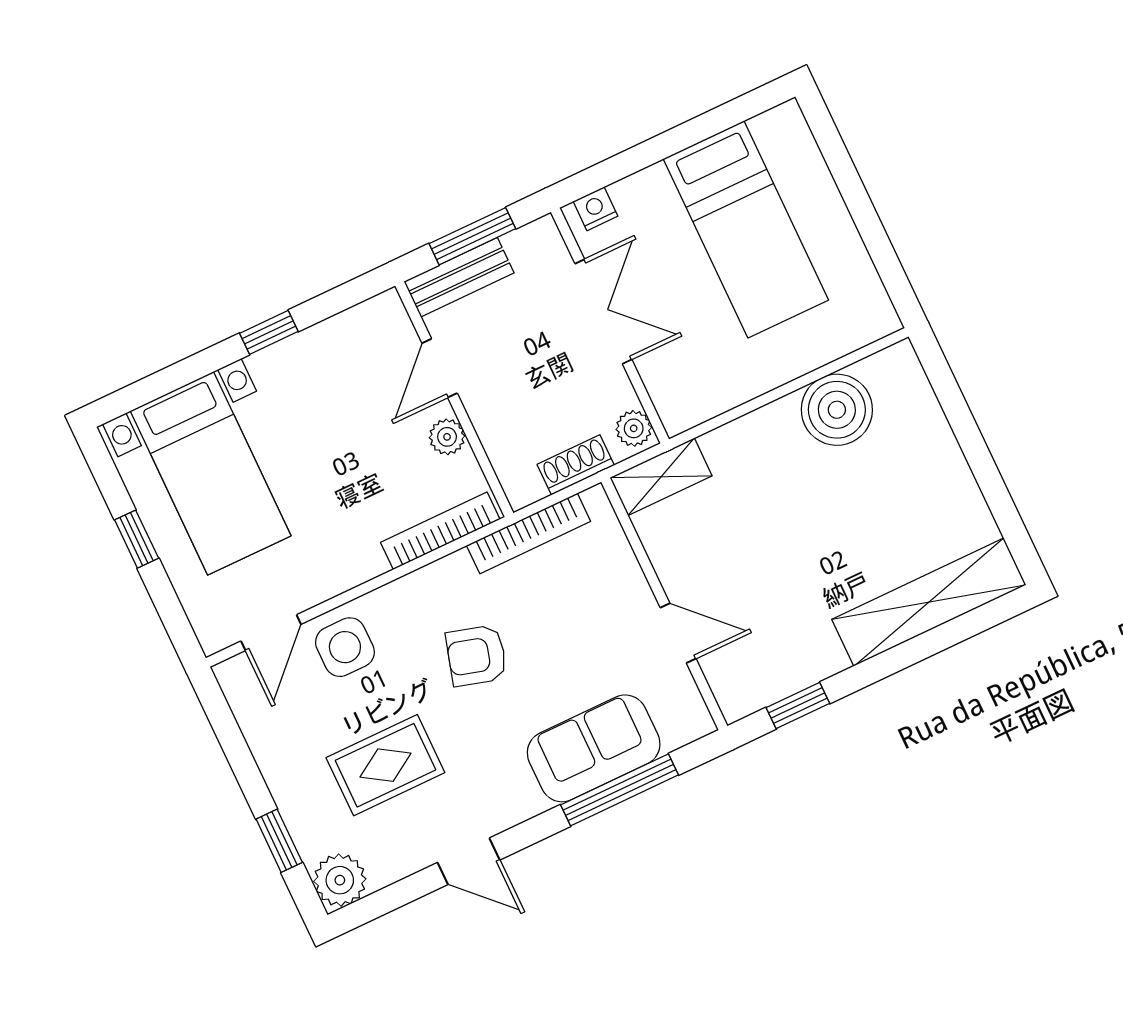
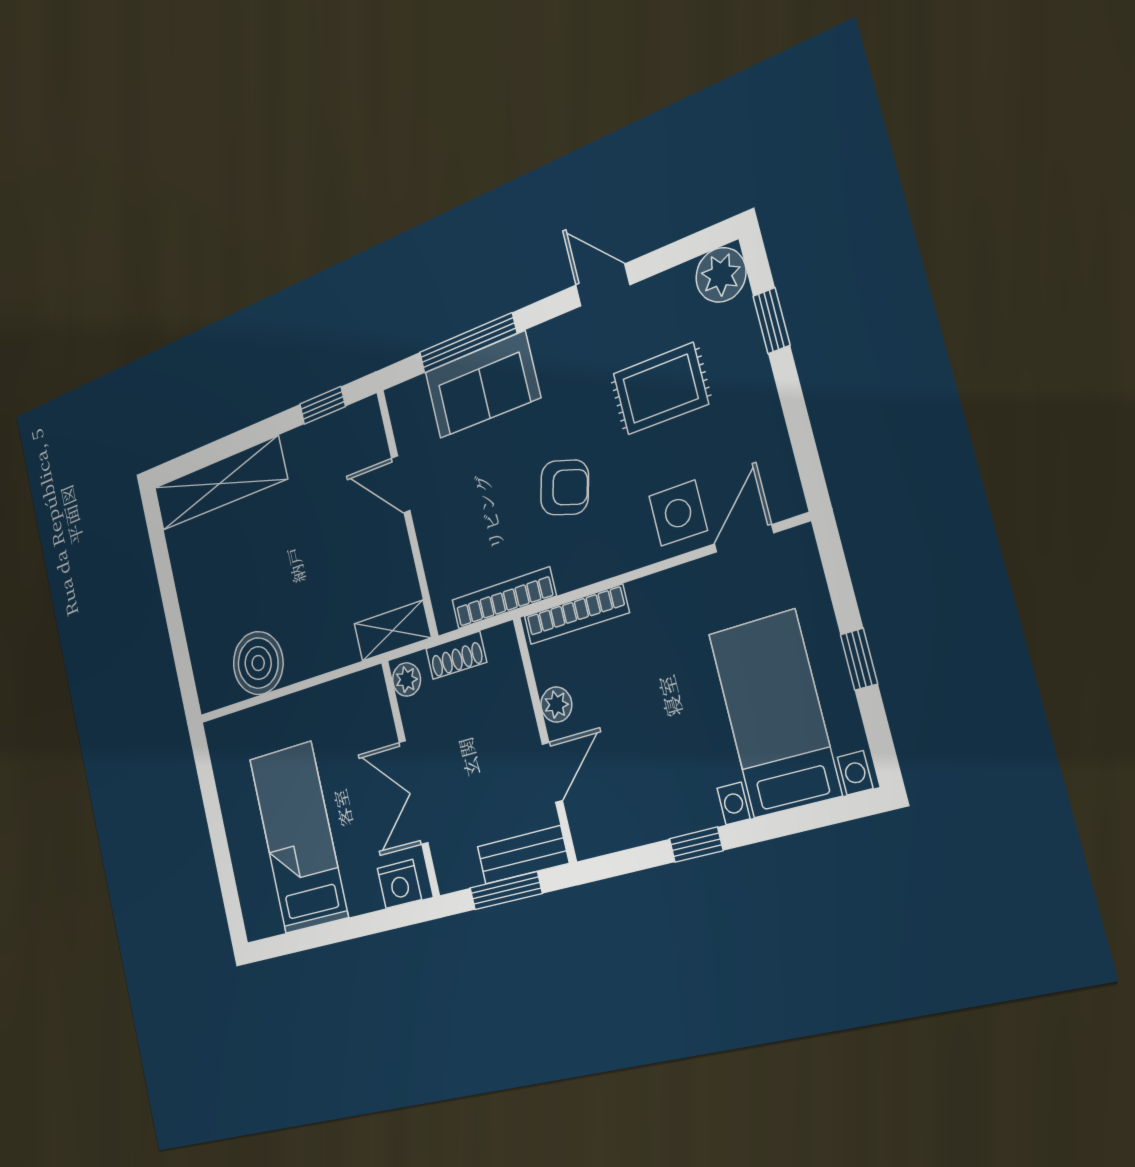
nightstand: (596, 209) -> (399, 884), width x1.39, depth x1.35

